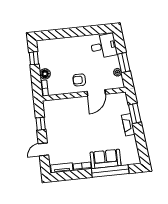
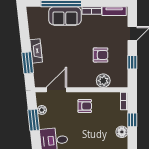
window: (34, 58) -> (132, 120), moved
floor lamp: (45, 74) -> (122, 132), moved
door: (96, 93) -> (56, 90), moved
plant: (65, 104) -> (103, 81), added
armchair: (70, 127) -> (101, 55), added

